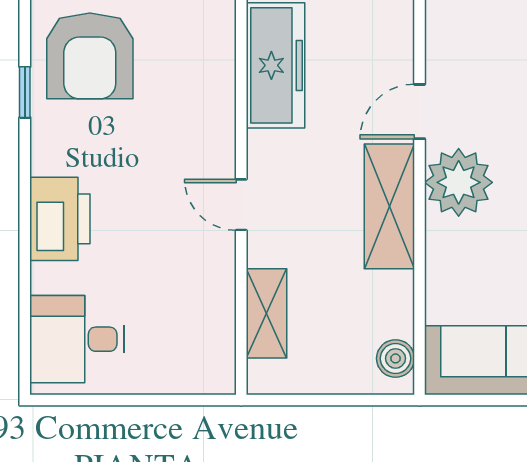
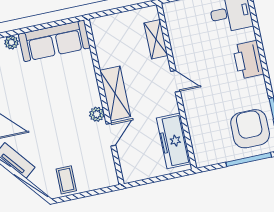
plant: (459, 182) -> (97, 114), width x0.53, depth x0.53
boiler: (396, 358) -> (99, 32), removed

